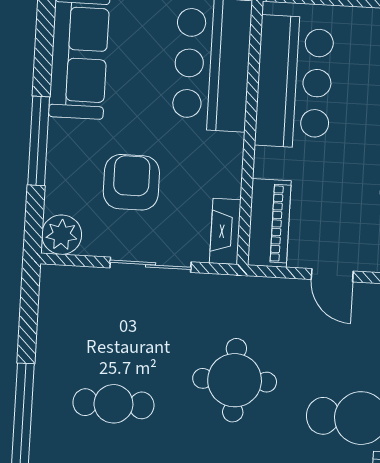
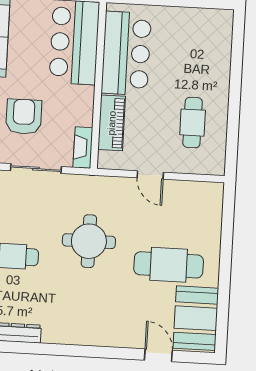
piano: (269, 223) -> (112, 123), moved

